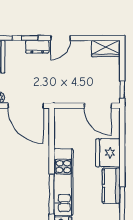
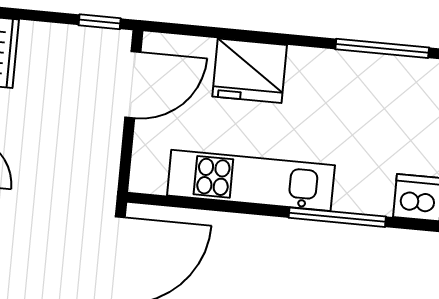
kitchen unit: (63, 182) -> (251, 180), moved
kitchen counter: (111, 186) -> (331, 71), removed

